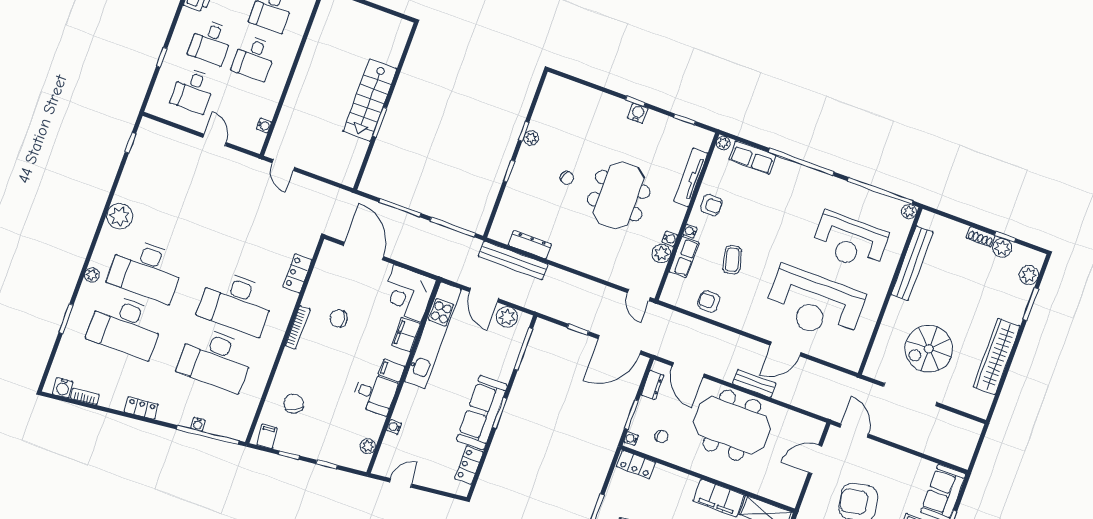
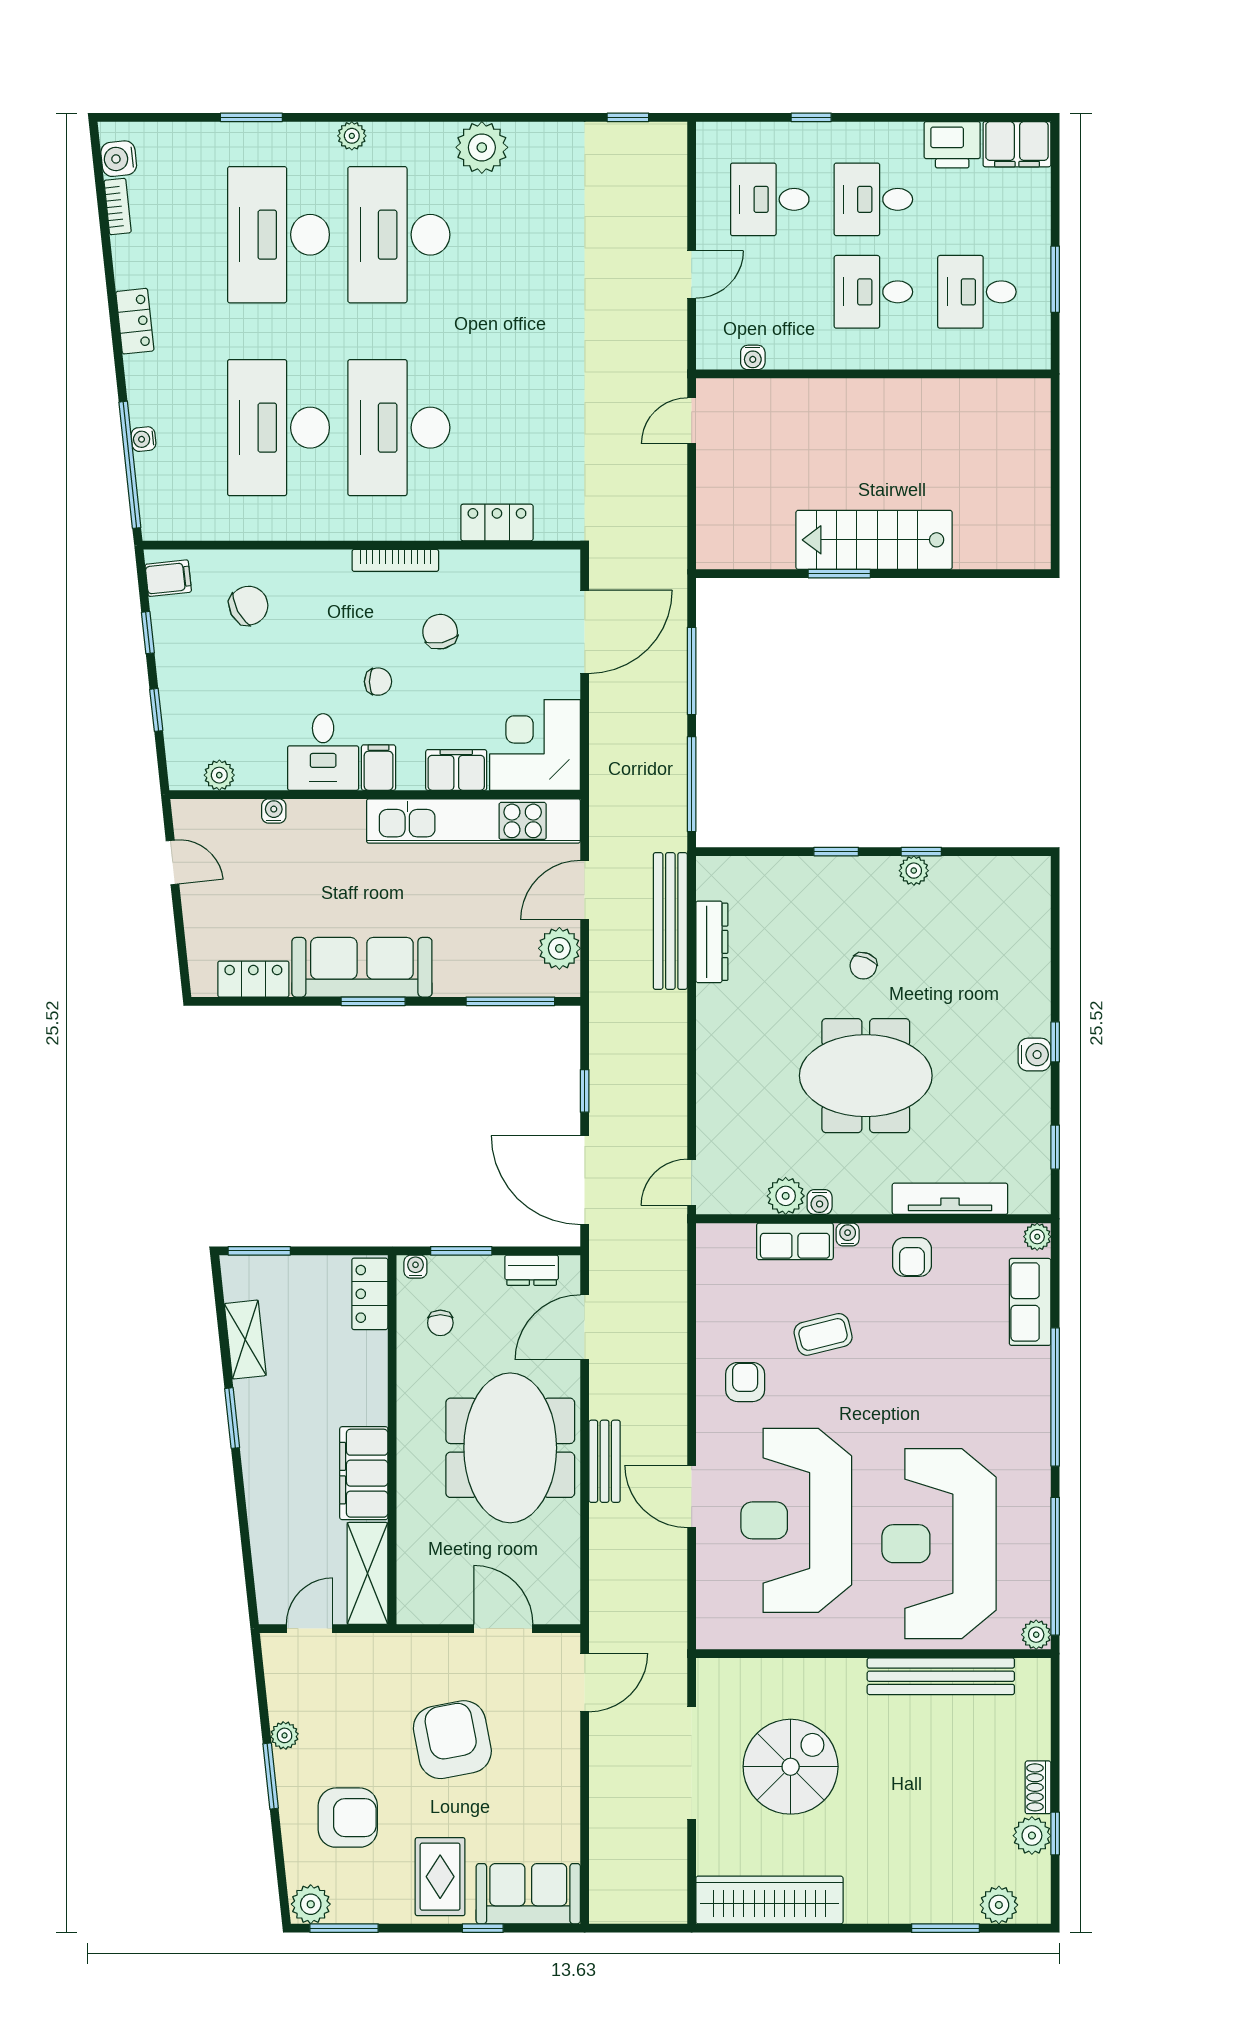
reception desk: (850, 241) -> (939, 1544), width x1.36, depth x1.30
armchair: (709, 301) -> (745, 1382), moved
spiral stairs: (929, 349) -> (791, 1767), turned 90
chair: (351, 356) -> (378, 682), added
wardrobe: (997, 356) -> (769, 1900), moved

